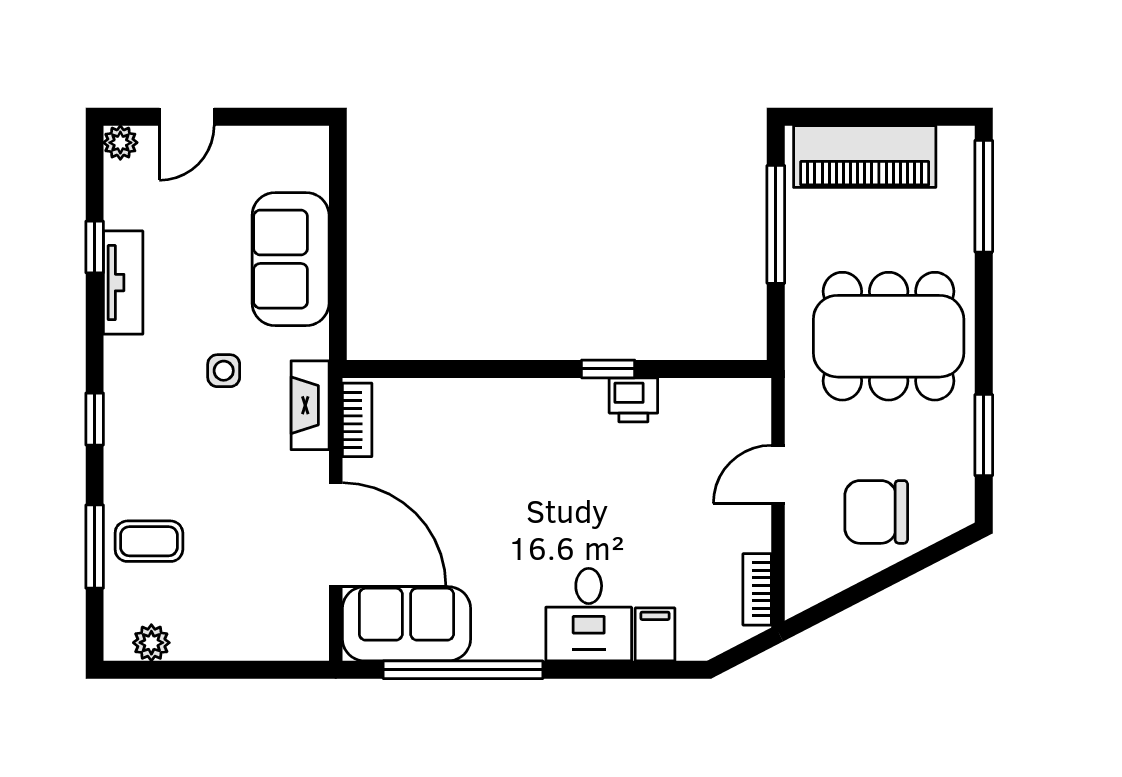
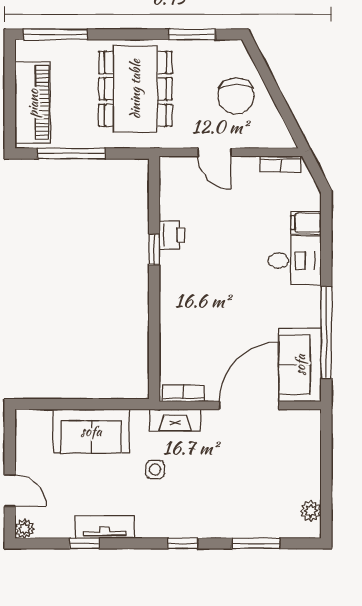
coffee table: (149, 541) -> (253, 512), removed

